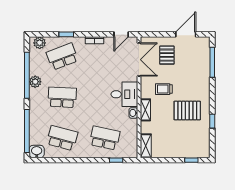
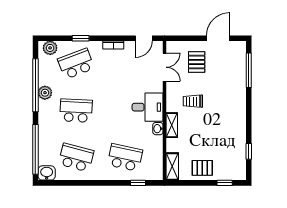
double door: (139, 60) -> (164, 67), width x0.73
pallet: (187, 111) -> (202, 168), moved, width x0.67, depth x0.71
window: (212, 121) -> (249, 151), moved

